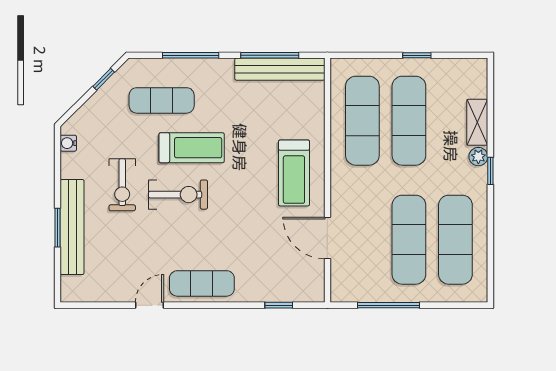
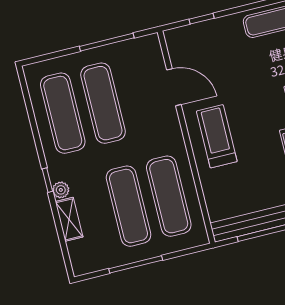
window: (417, 55) -> (136, 264), width x2.17

